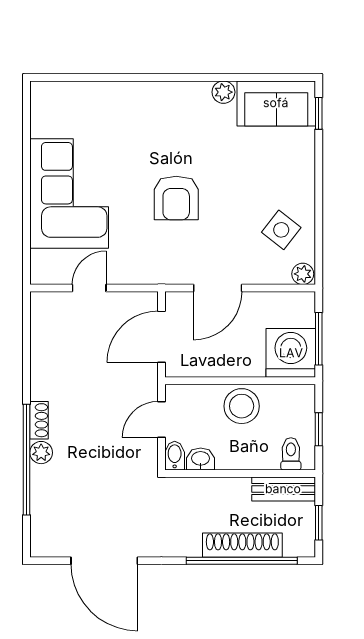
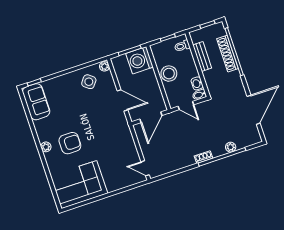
plant: (223, 92) -> (46, 147), moved
corner sofa: (69, 194) -> (79, 185), moved
armchair: (176, 198) -> (70, 143), moved
door: (89, 288) -> (145, 168), moved
door: (161, 337) -> (151, 117), hinge flipped
plant: (41, 453) -> (231, 147), moved
bench: (283, 489) -> (202, 56), moved

